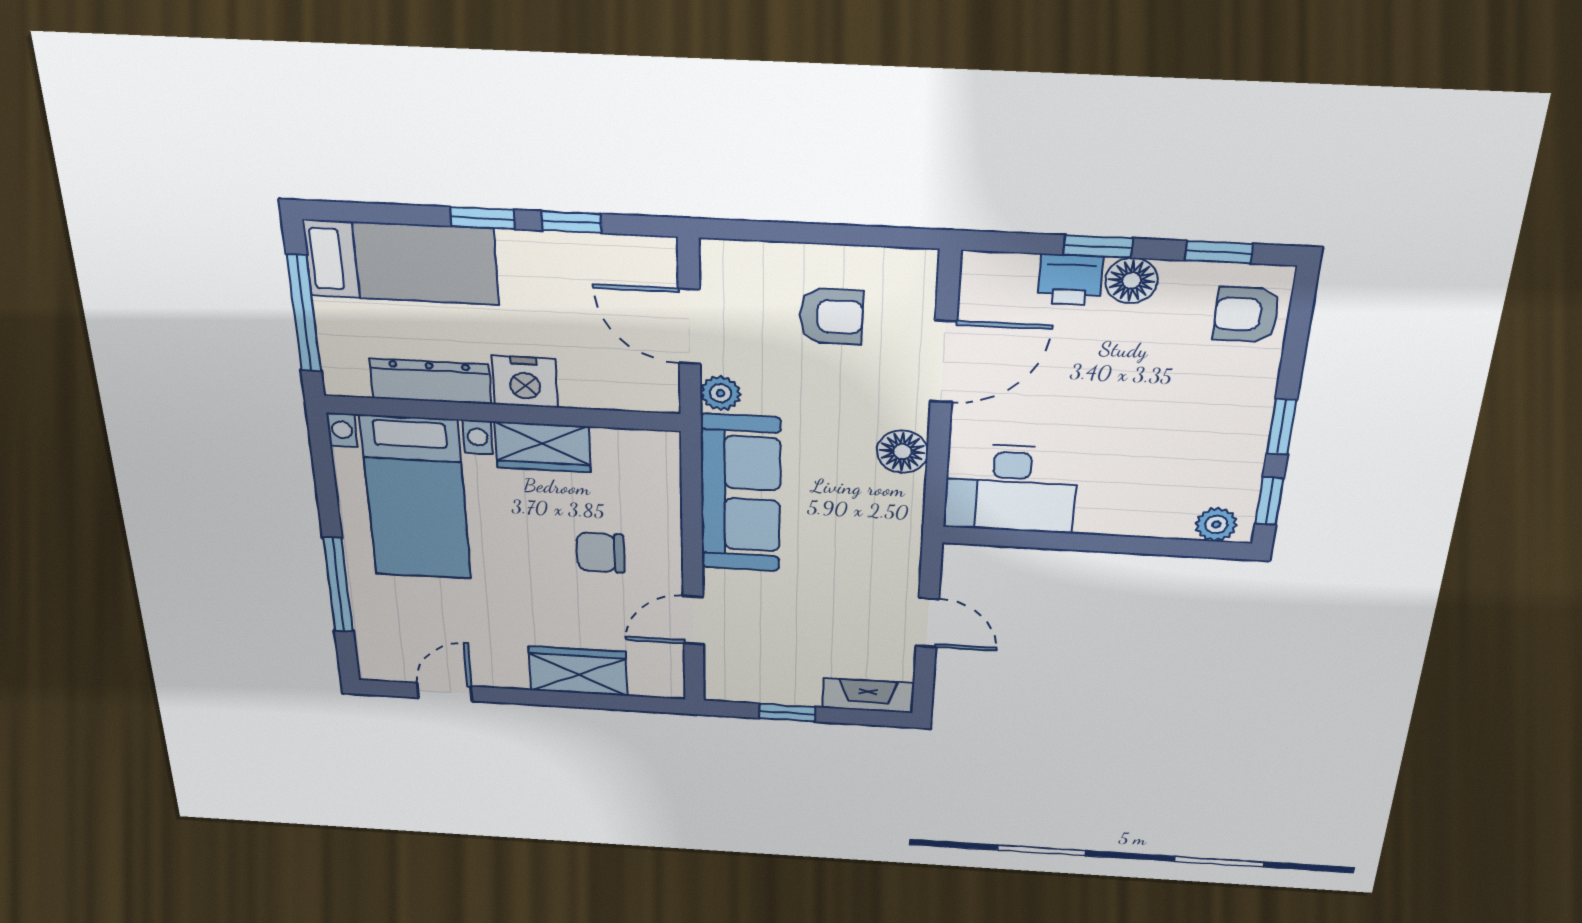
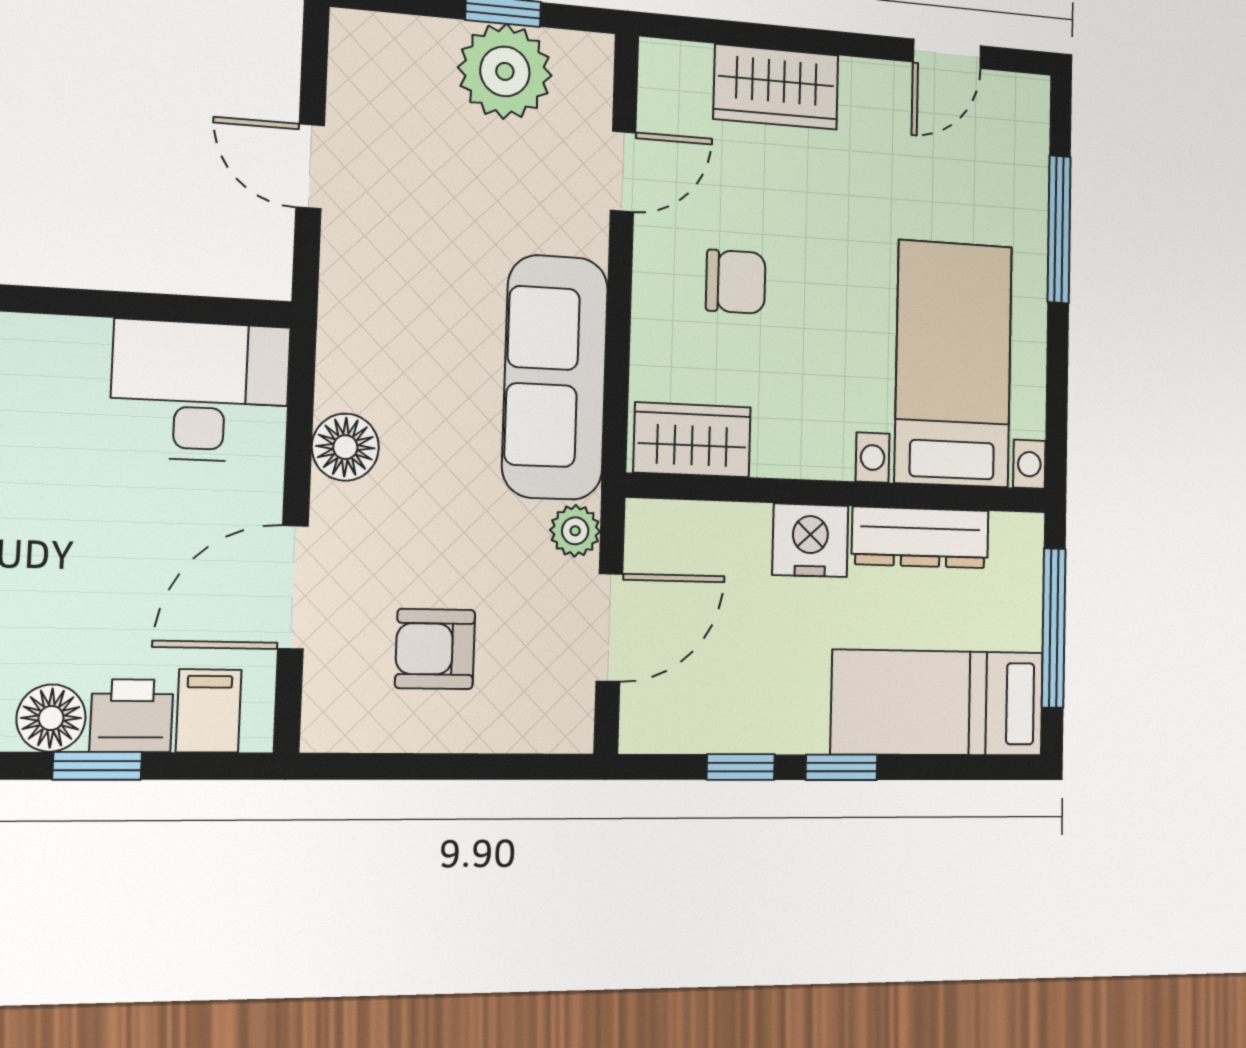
filing cabinet: (1011, 281) -> (209, 711), added
door: (689, 326) -> (609, 627), hinge flipped
wardrobe: (543, 447) -> (692, 440), moved
plant: (785, 678) -> (505, 71), added
fireplace: (868, 696) -> (391, 39), removed

